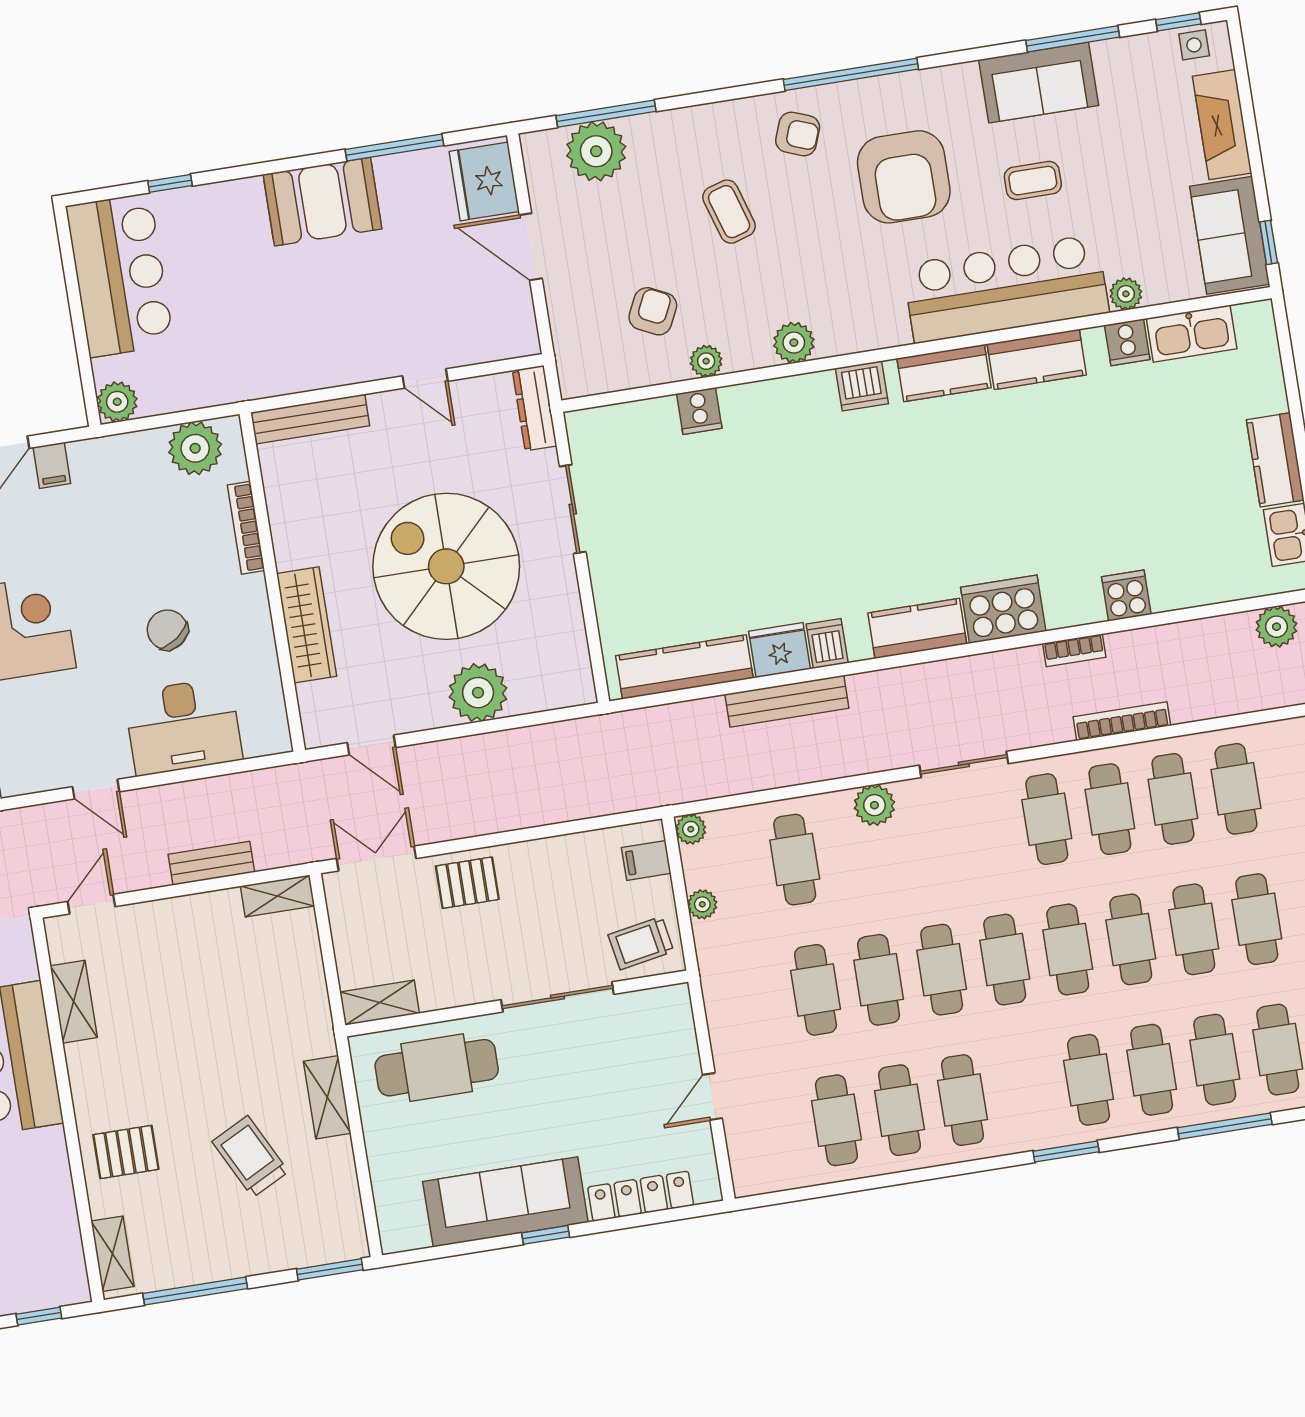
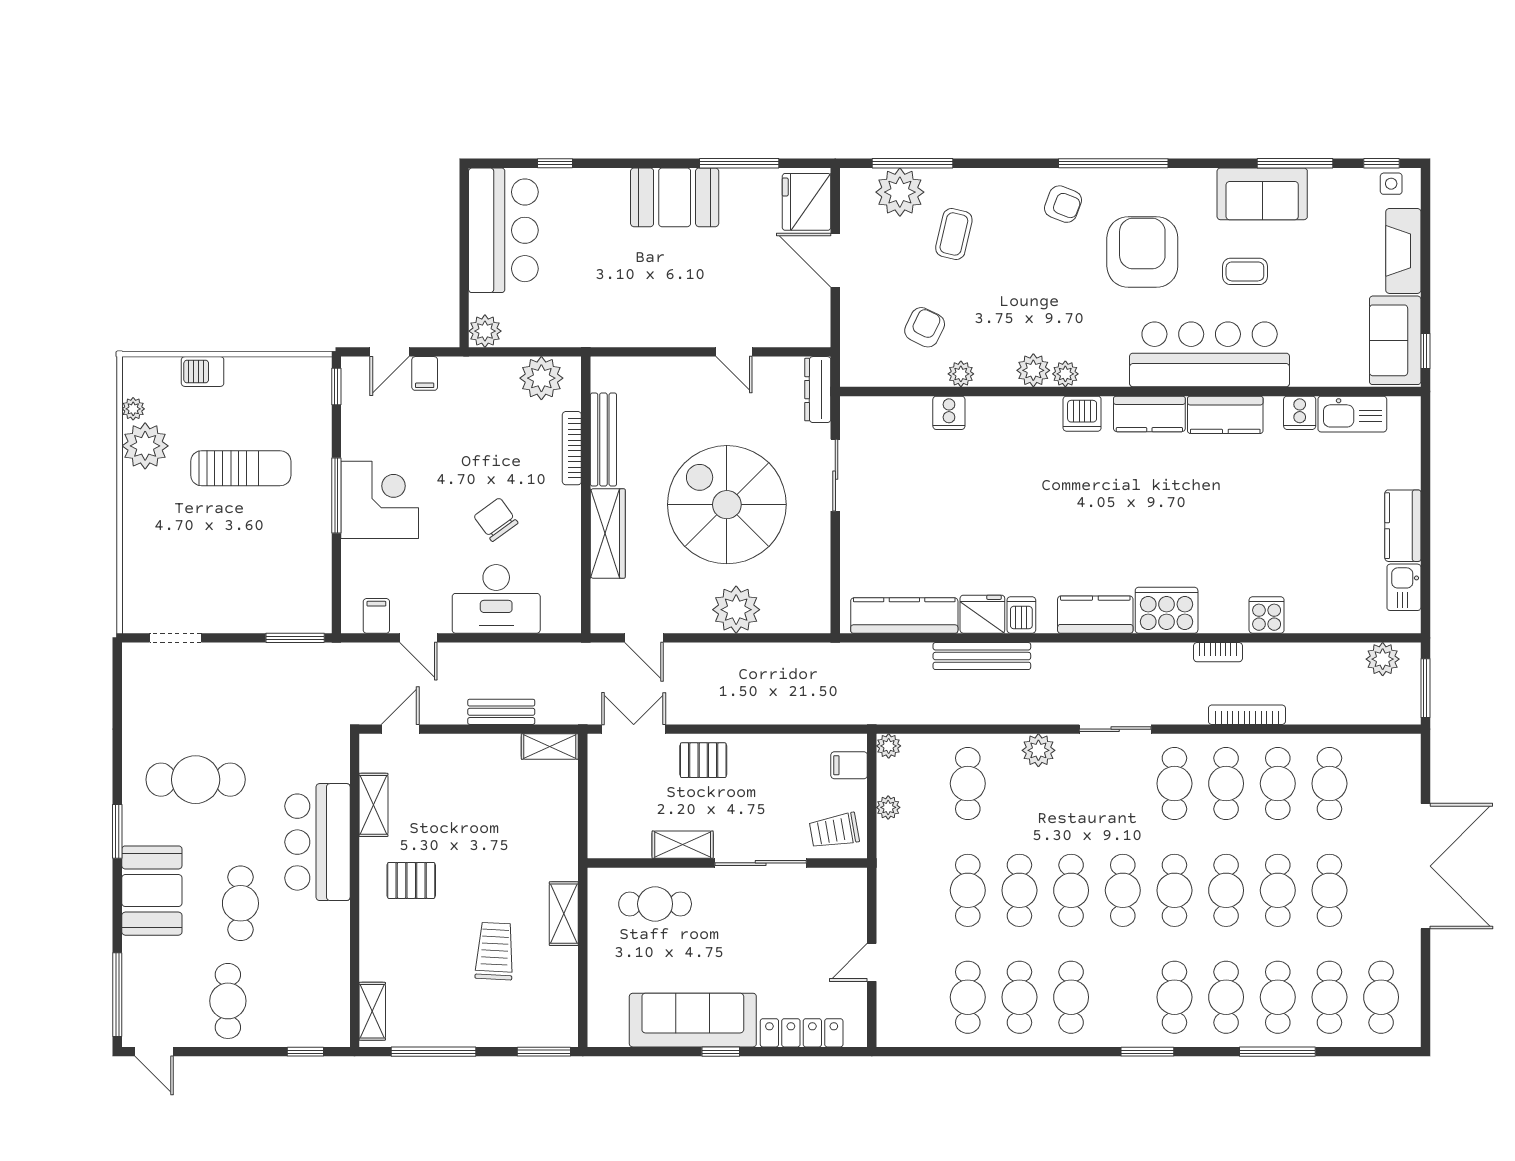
armchair: (904, 177) -> (1142, 252), turned 180
coffee table: (729, 212) -> (954, 234), moved, turned 30
plant: (1126, 294) -> (1065, 374), moved
bench: (310, 419) -> (603, 439), moved, turned 90
filing cabinet: (40, 771) -> (376, 616), added
shelving: (380, 1003) -> (683, 845), moved
cafe table: (437, 1068) -> (655, 904), width x0.73, depth x0.74
pallet: (126, 1152) -> (411, 880), moved
trolley: (250, 1157) -> (495, 951), turned 30

